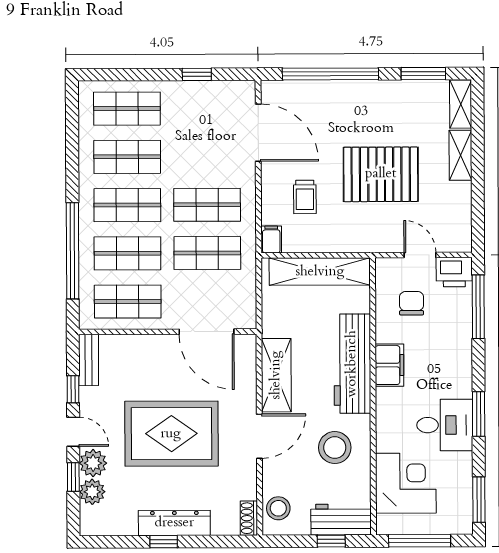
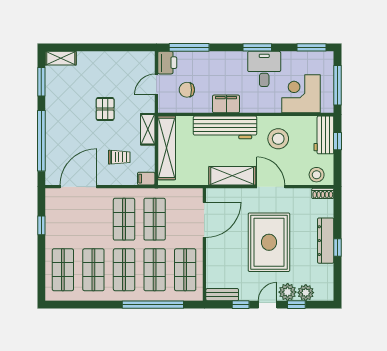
shelving: (460, 155) -> (148, 129), moved, turned 90
pallet: (381, 174) -> (105, 109), width x0.49, depth x0.50

